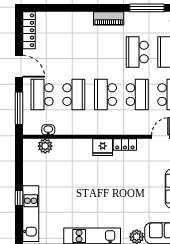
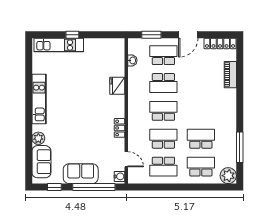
piano: (109, 18) -> (230, 75), moved
school desk: (137, 95) -> (163, 139), turned 180
window: (19, 108) -> (151, 35), width x0.69
plant: (45, 146) -> (118, 58), removed
fridge: (103, 147) -> (117, 86), moved

